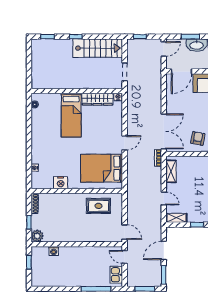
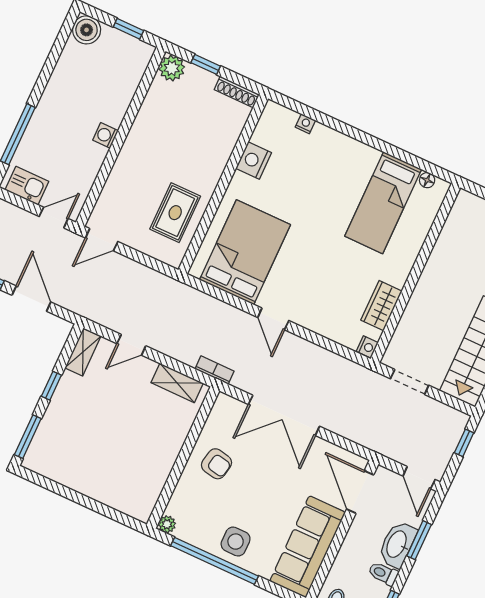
wardrobe: (97, 99) -> (381, 306), width x0.67
bed: (71, 115) -> (383, 203), moved, turned -90
double door: (164, 131) -> (284, 415), moved
washing machine: (54, 251) -> (106, 135), moved
boiler: (38, 280) -> (87, 30), added

